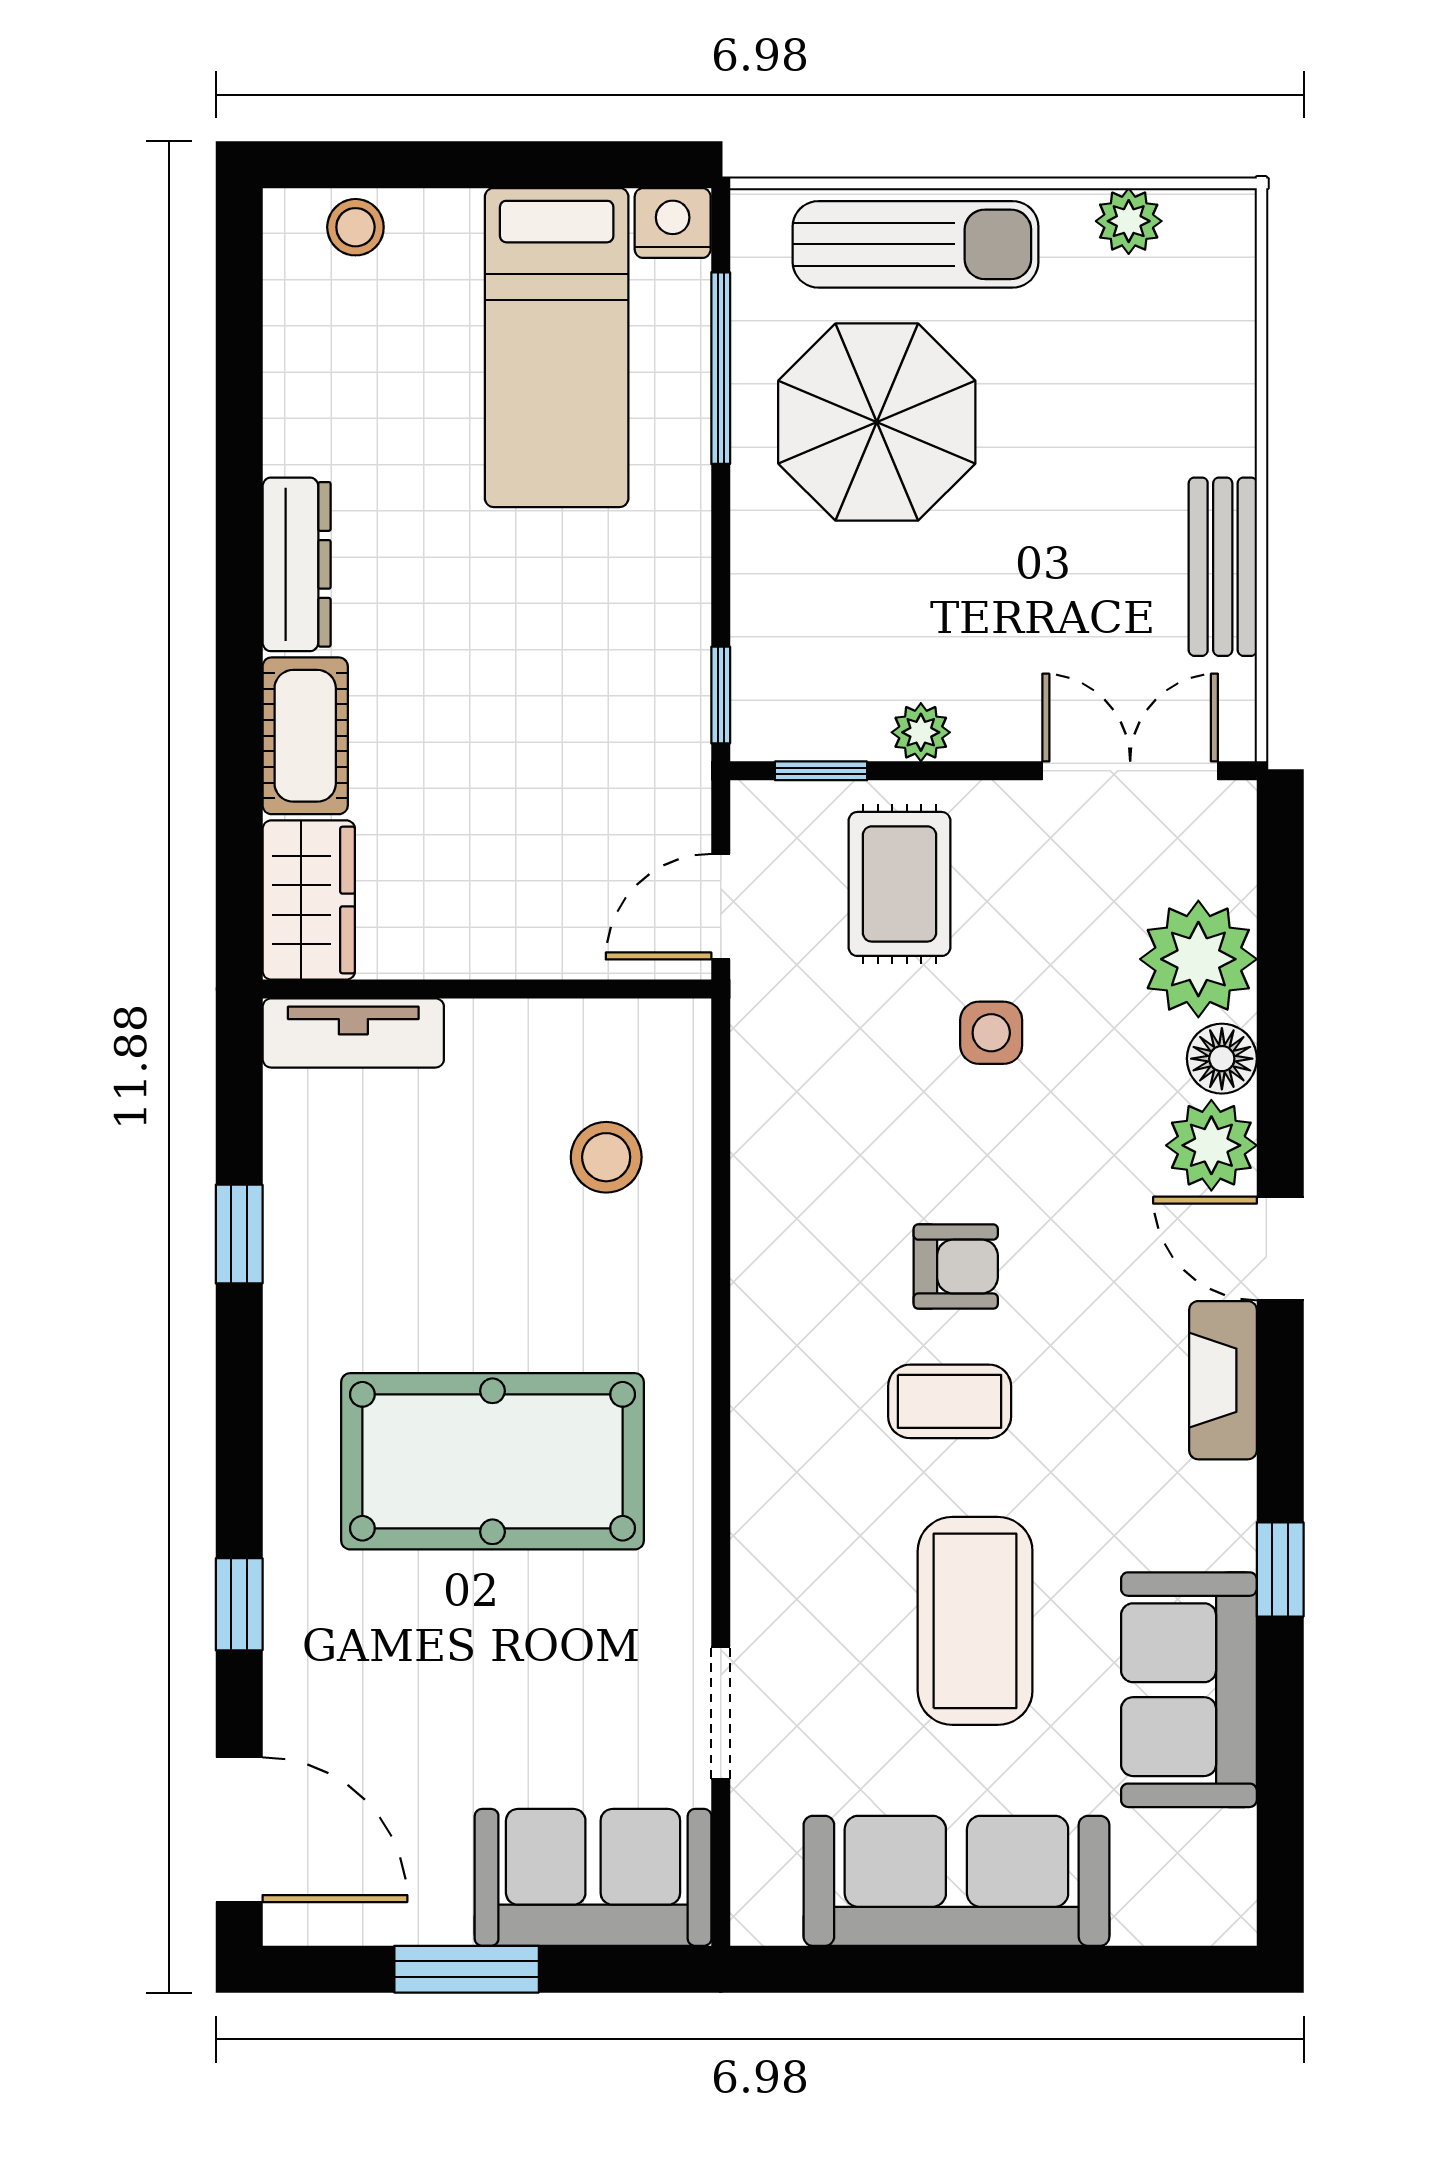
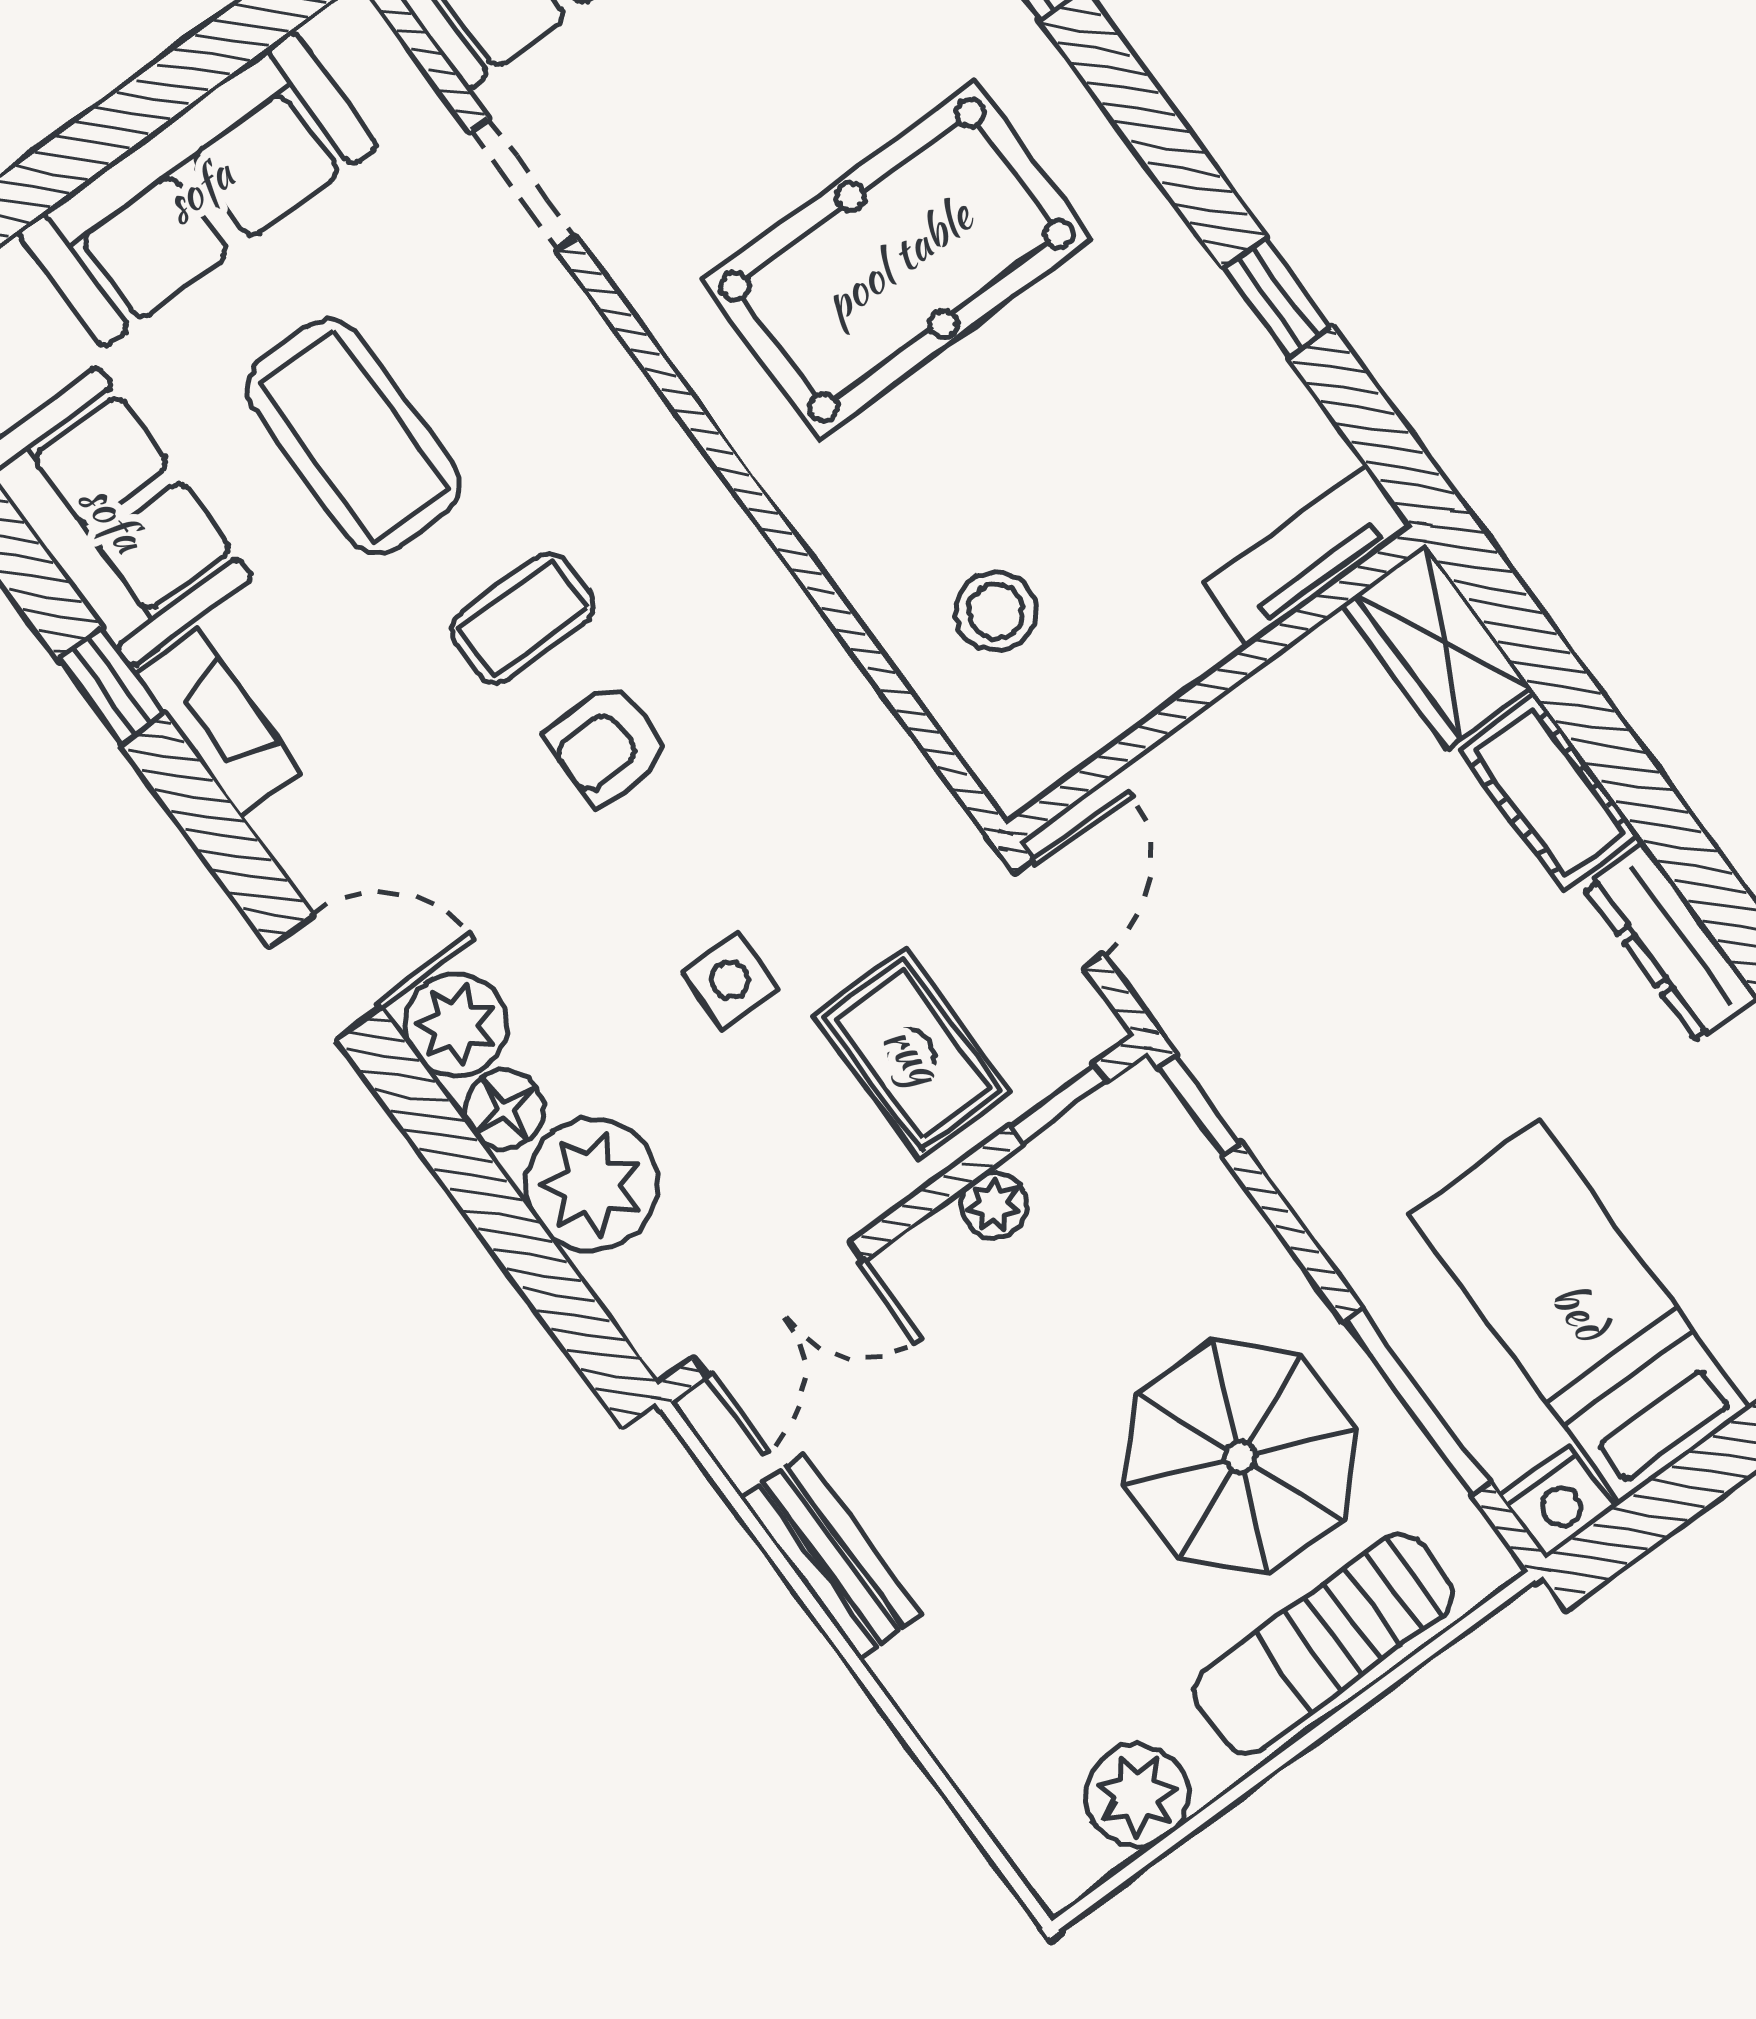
plant: (1129, 221) -> (1137, 1795), width x1.38, depth x1.38
fireplace: (1223, 1380) -> (218, 723), moved

